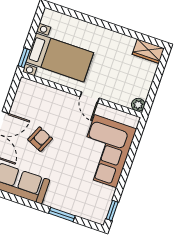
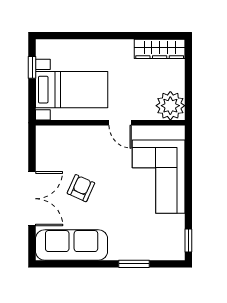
wardrobe: (148, 51) -> (160, 49), width x1.50
window: (24, 58) -> (32, 67), moved
plant: (138, 105) -> (170, 106), width x1.88, depth x1.88

